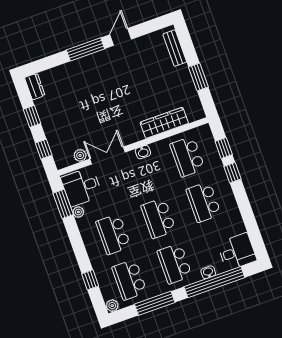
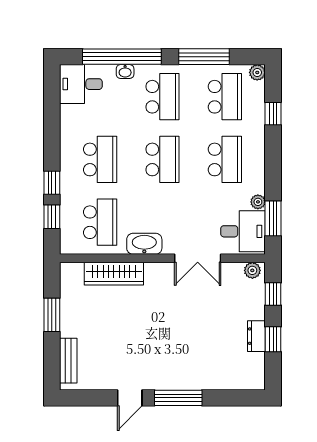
dresser: (35, 86) -> (256, 336), moved
washbasin: (143, 152) -> (144, 244), width x1.91, depth x1.45
plant: (80, 155) -> (252, 270), moved

